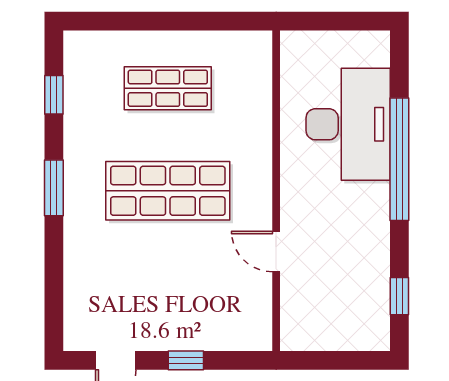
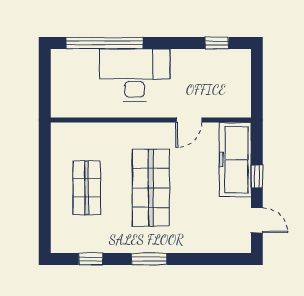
desk: (348, 124) -> (135, 75), moved
window: (399, 159) -> (105, 43), moved
freezer: (213, 326) -> (235, 159), added

